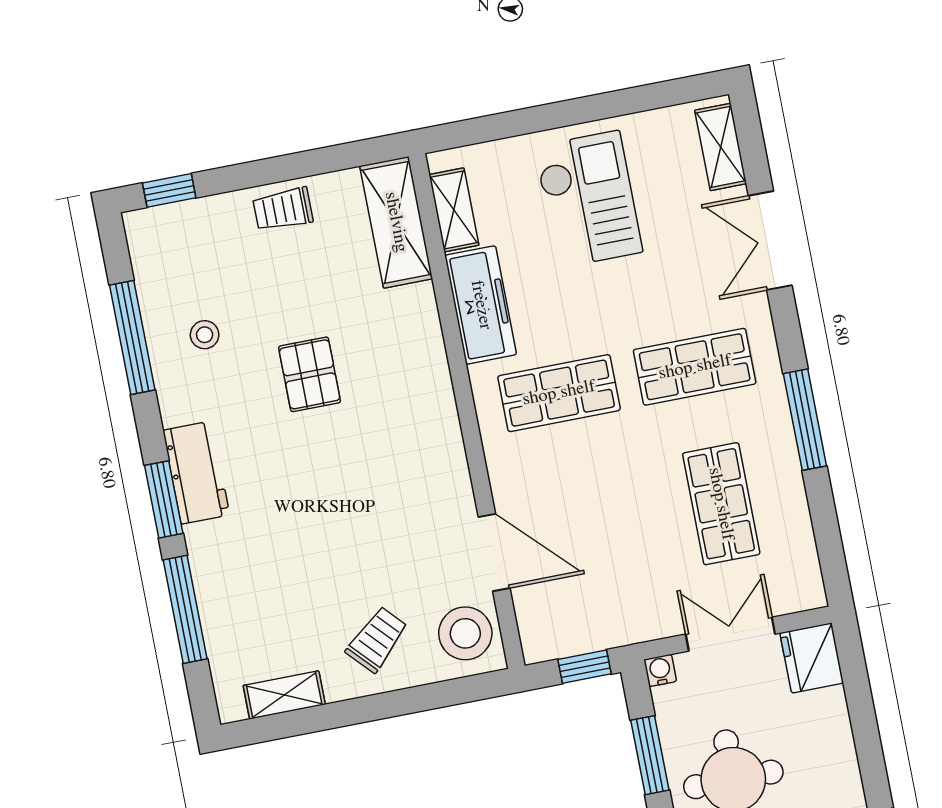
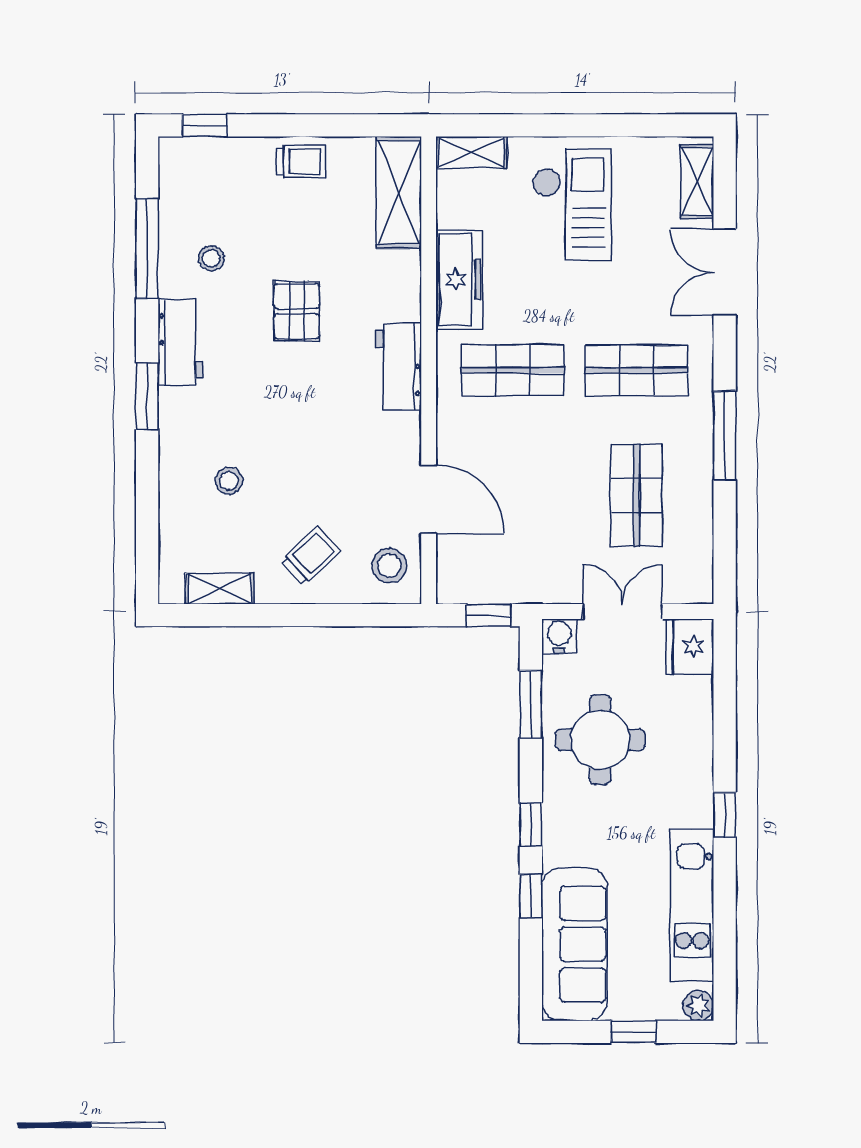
trolley: (283, 209) -> (302, 161), turned 180
shelving: (454, 210) -> (471, 152), moved, turned 90
workbench: (433, 414) -> (399, 367), added
workbench: (196, 473) -> (180, 342), moved
stool: (271, 575) -> (229, 481), added
window: (185, 609) -> (147, 497), removed
stool: (465, 633) -> (389, 566), width x0.73, depth x0.73
water cooler: (660, 670) -> (559, 636), width x1.38, depth x1.38

